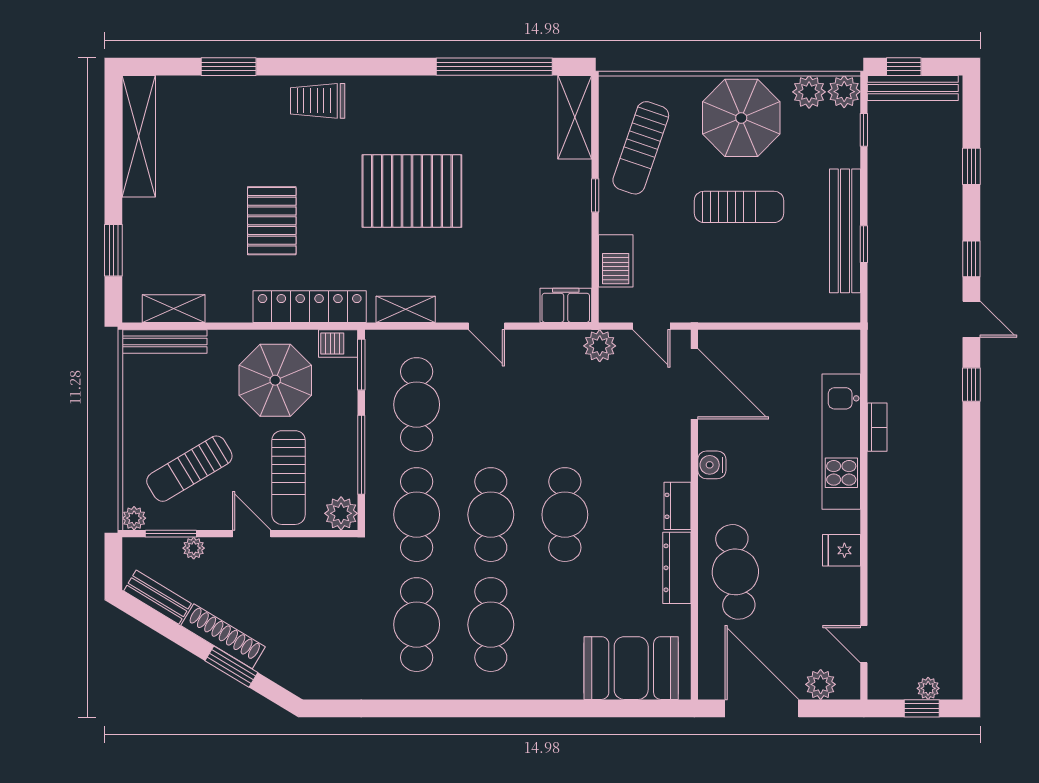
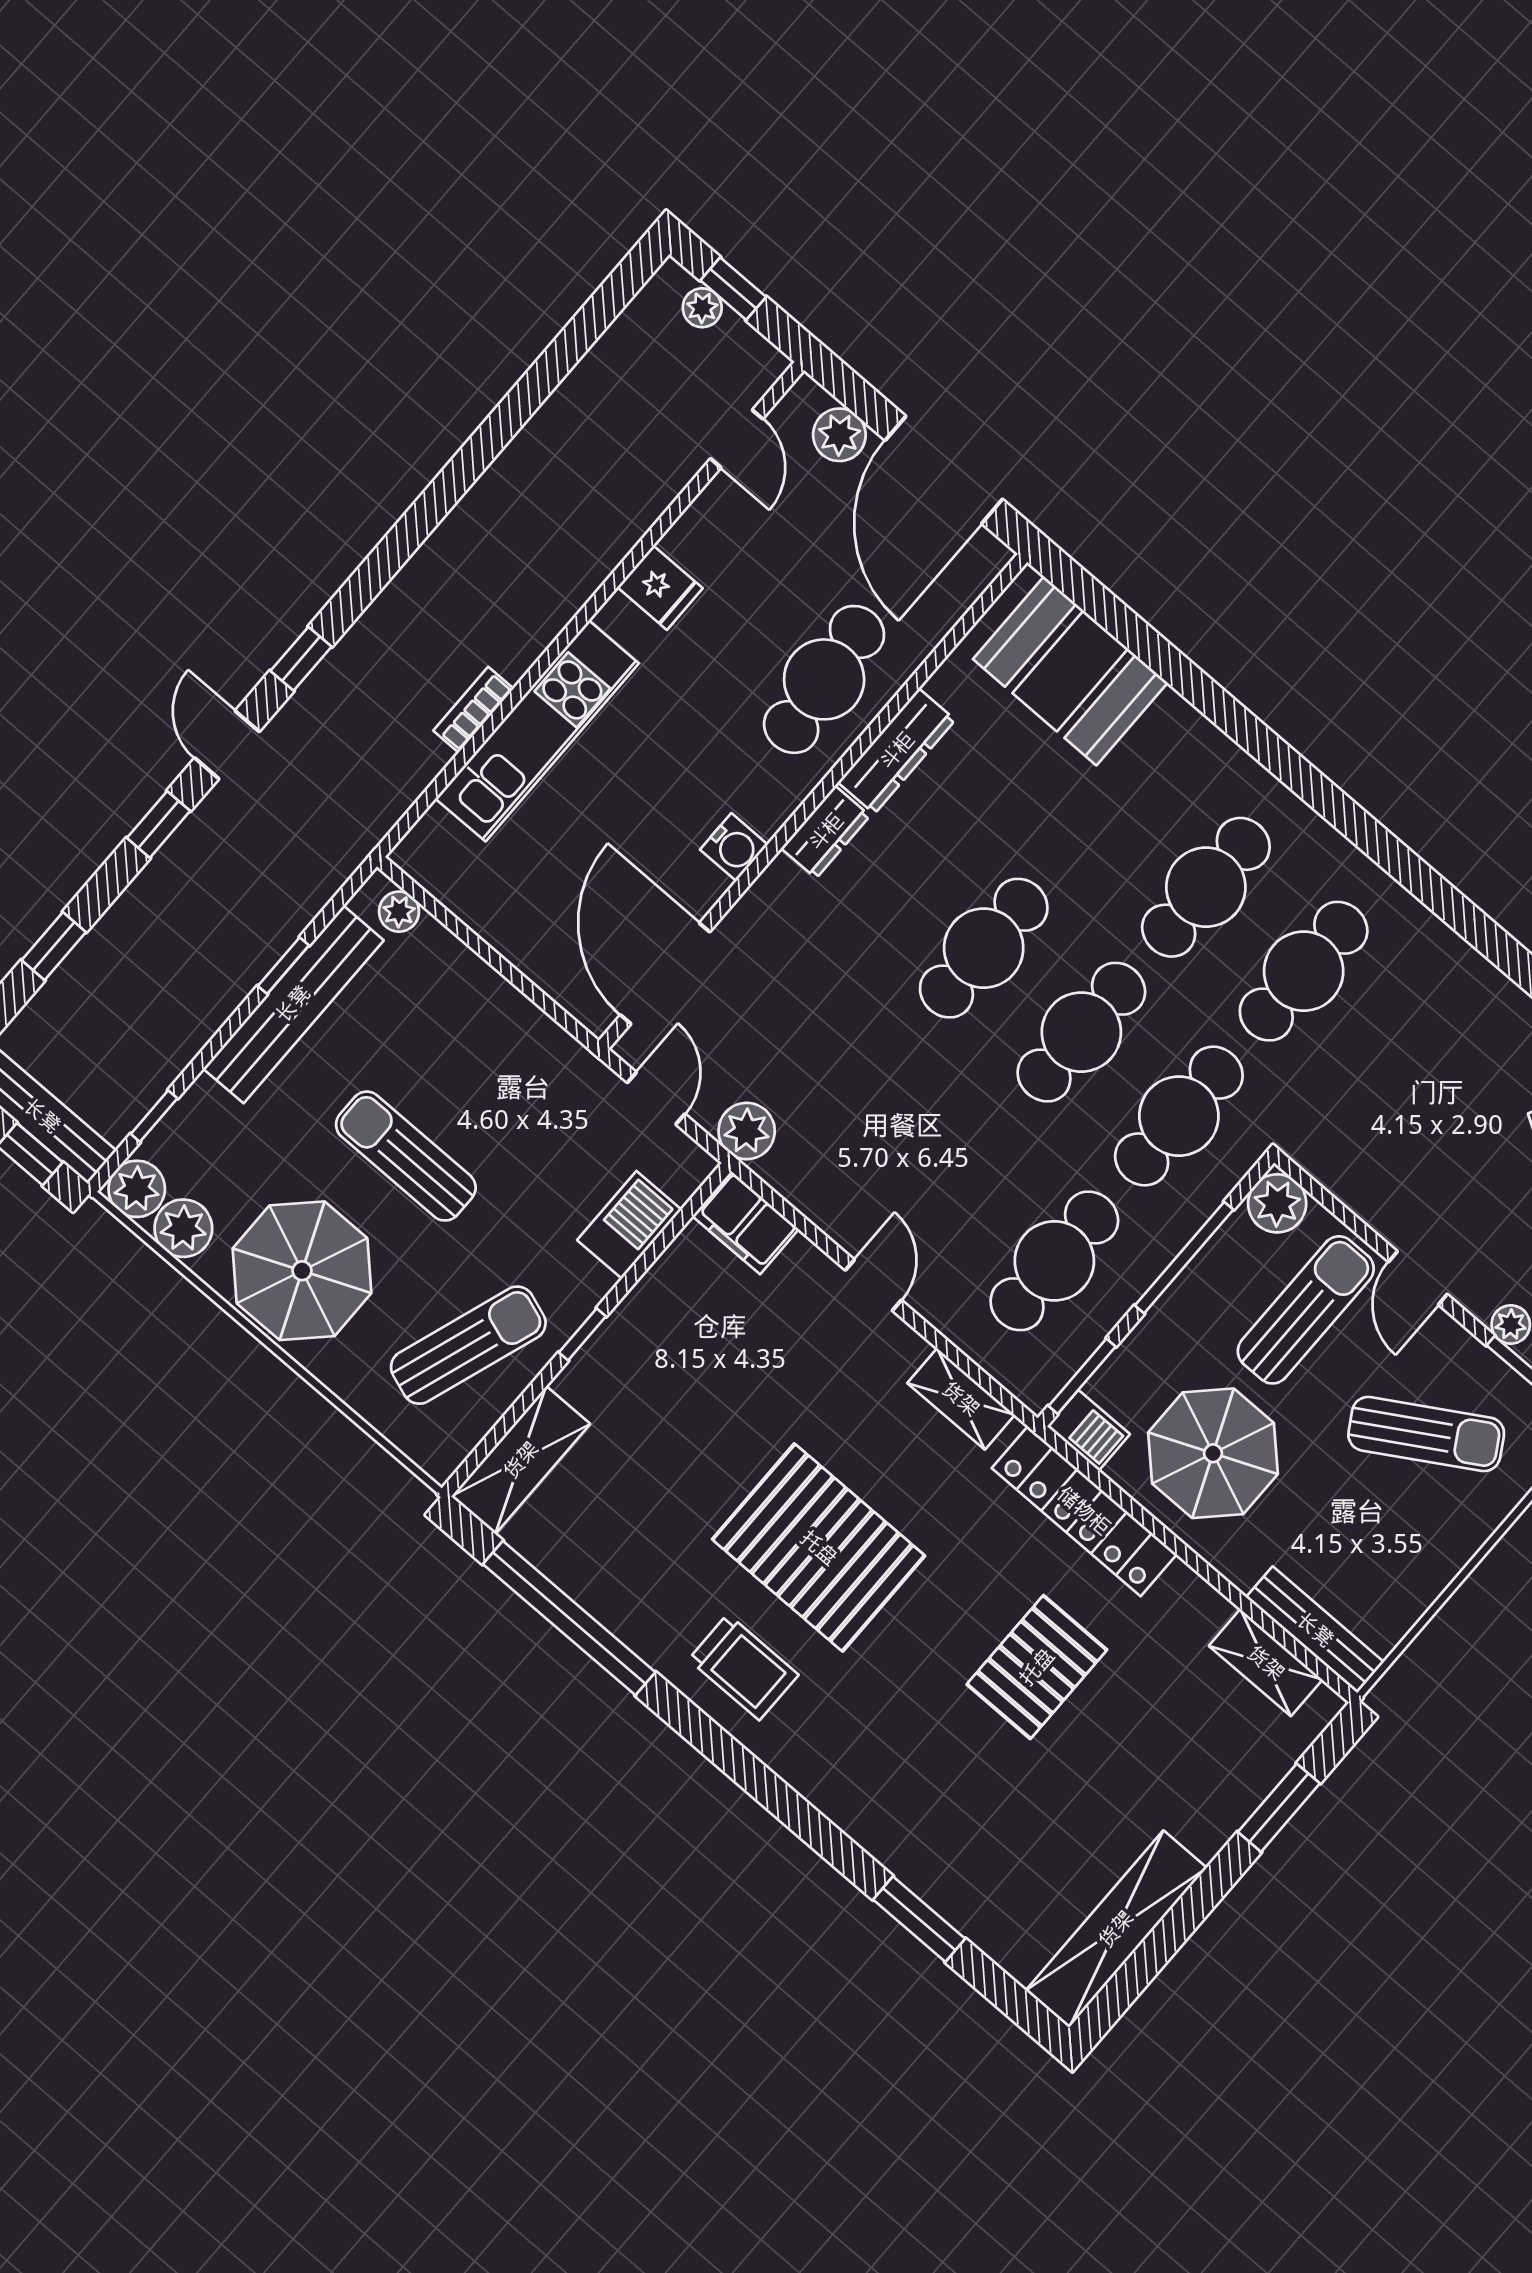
trolley: (318, 101) -> (743, 1667), moved
plant: (834, 311) -> (399, 912), added

